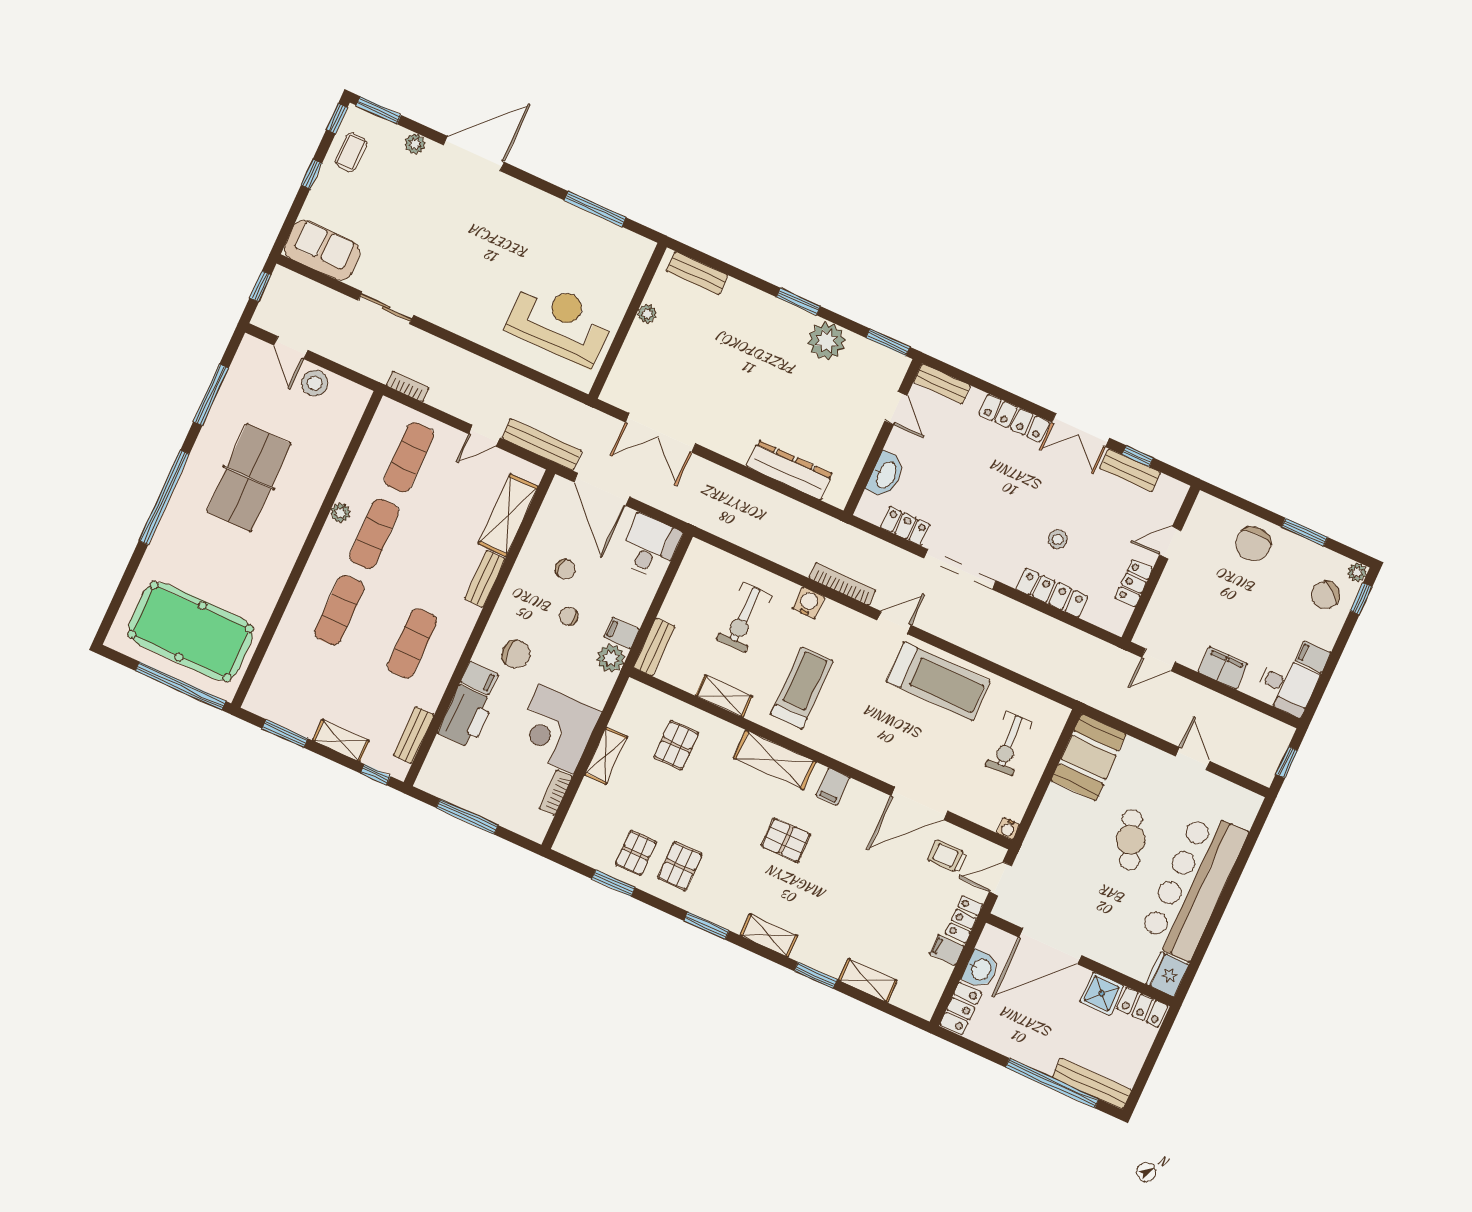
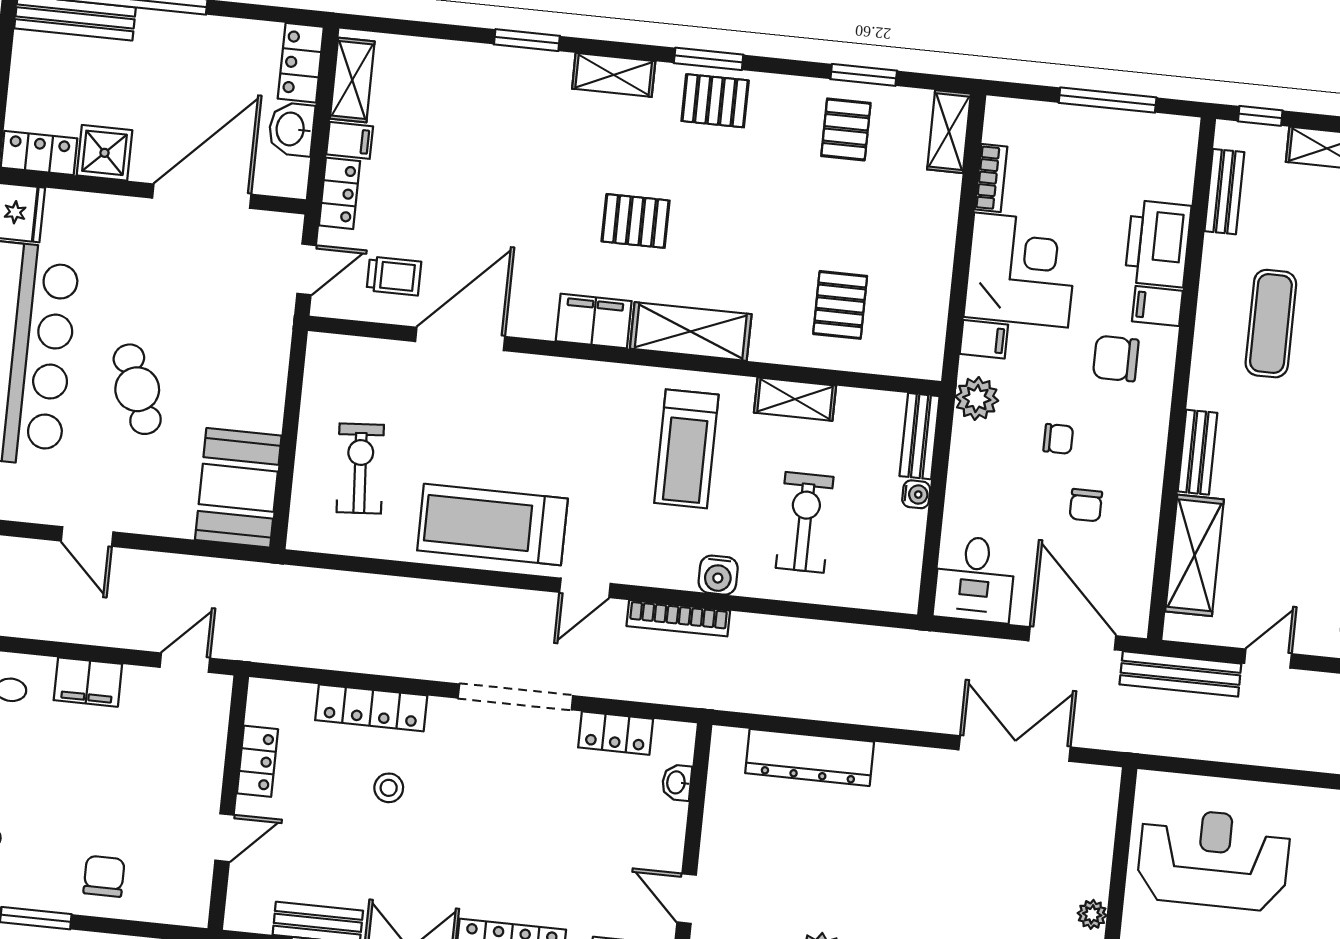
reception desk: (560, 323) -> (1213, 859), turned 180
washbasin: (886, 475) -> (677, 782), width x0.52, depth x0.69
chair: (1253, 544) -> (104, 876), width x0.73, depth x0.73
chair: (565, 569) -> (1086, 505), turned -90
filing cabinet: (622, 633) -> (984, 339), moved
shelving: (606, 756) -> (949, 132), moved
filing cabinet: (833, 787) -> (594, 321), width x2.00
water cooler: (1008, 829) -> (916, 494), moved, turned 90
pallet: (680, 866) -> (715, 101), moved, turned 90
shelving: (868, 980) -> (352, 80), moved, turned 90

